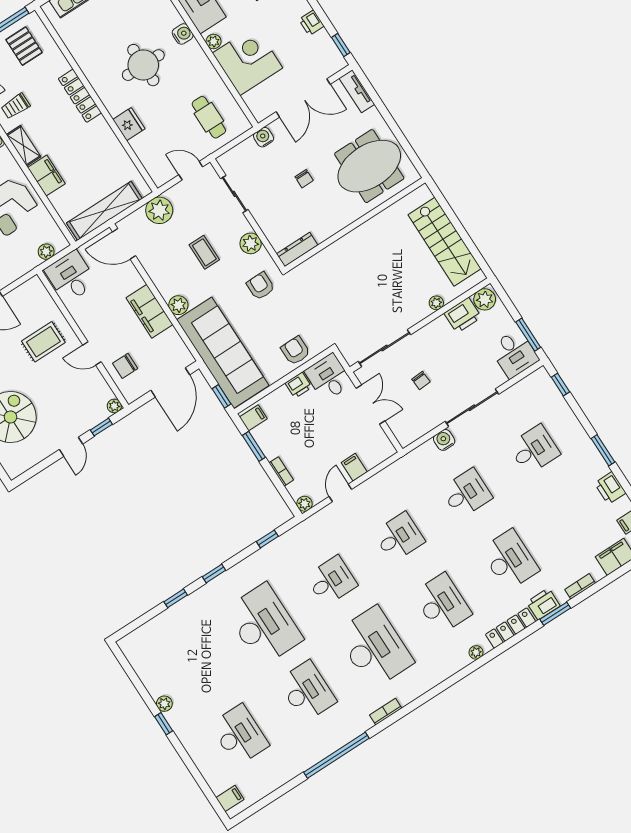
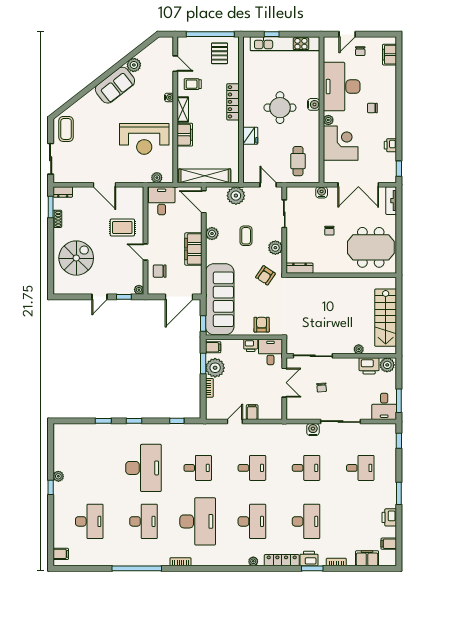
armchair: (260, 286) -> (265, 275), turned -146
plant: (178, 305) -> (212, 234), moved
plant: (304, 504) -> (215, 368), moved, width x1.88, depth x1.88

